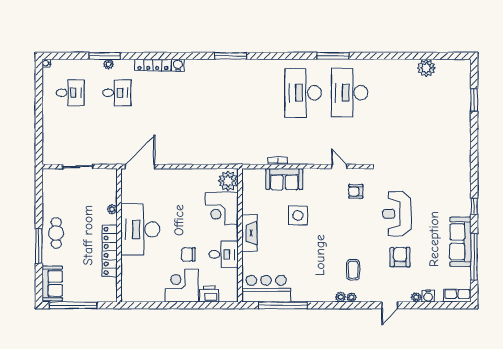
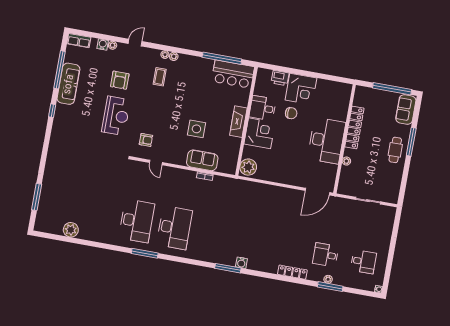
water cooler: (178, 65) -> (241, 263), moved
desk: (70, 93) -> (363, 262), turned 180
window: (474, 100) -> (37, 197), width x1.44
corner desk: (222, 208) -> (260, 133), moved

